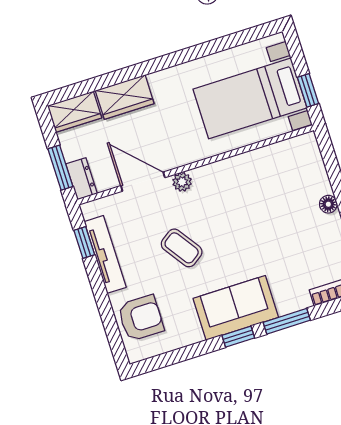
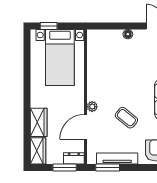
window: (308, 90) -> (49, 26), moved
window: (84, 243) -> (108, 167), width x1.50
coffee table: (182, 248) -> (126, 118), turned 74

